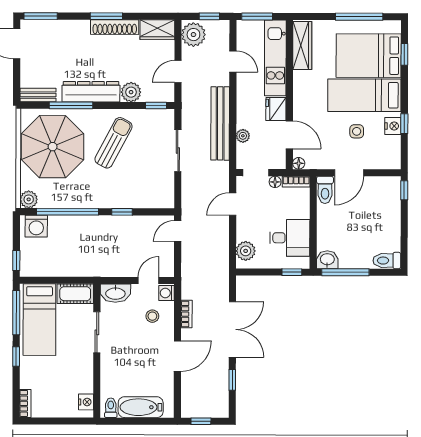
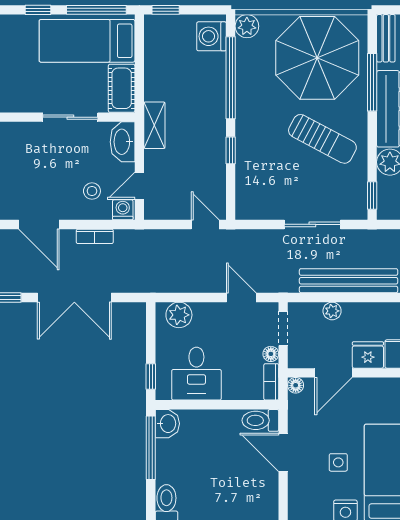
shelving: (103, 269) -> (154, 125), added
door: (148, 280) -> (139, 186), swing flipped

